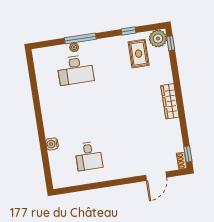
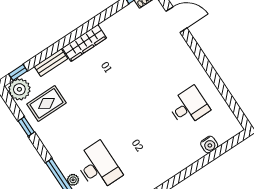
bench: (167, 70) -> (51, 63), added
water cooler: (52, 144) -> (209, 144), moved

